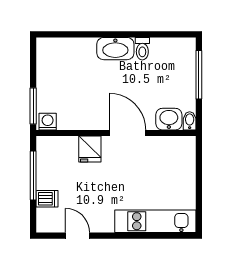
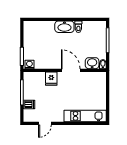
door: (77, 236) -> (45, 123), swing flipped

